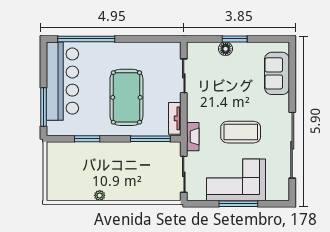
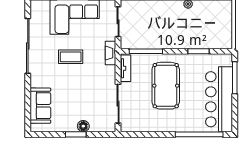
sliding door: (184, 76) -> (118, 104), width x1.37
coffee table: (241, 132) -> (71, 57), width x0.73, depth x0.76

